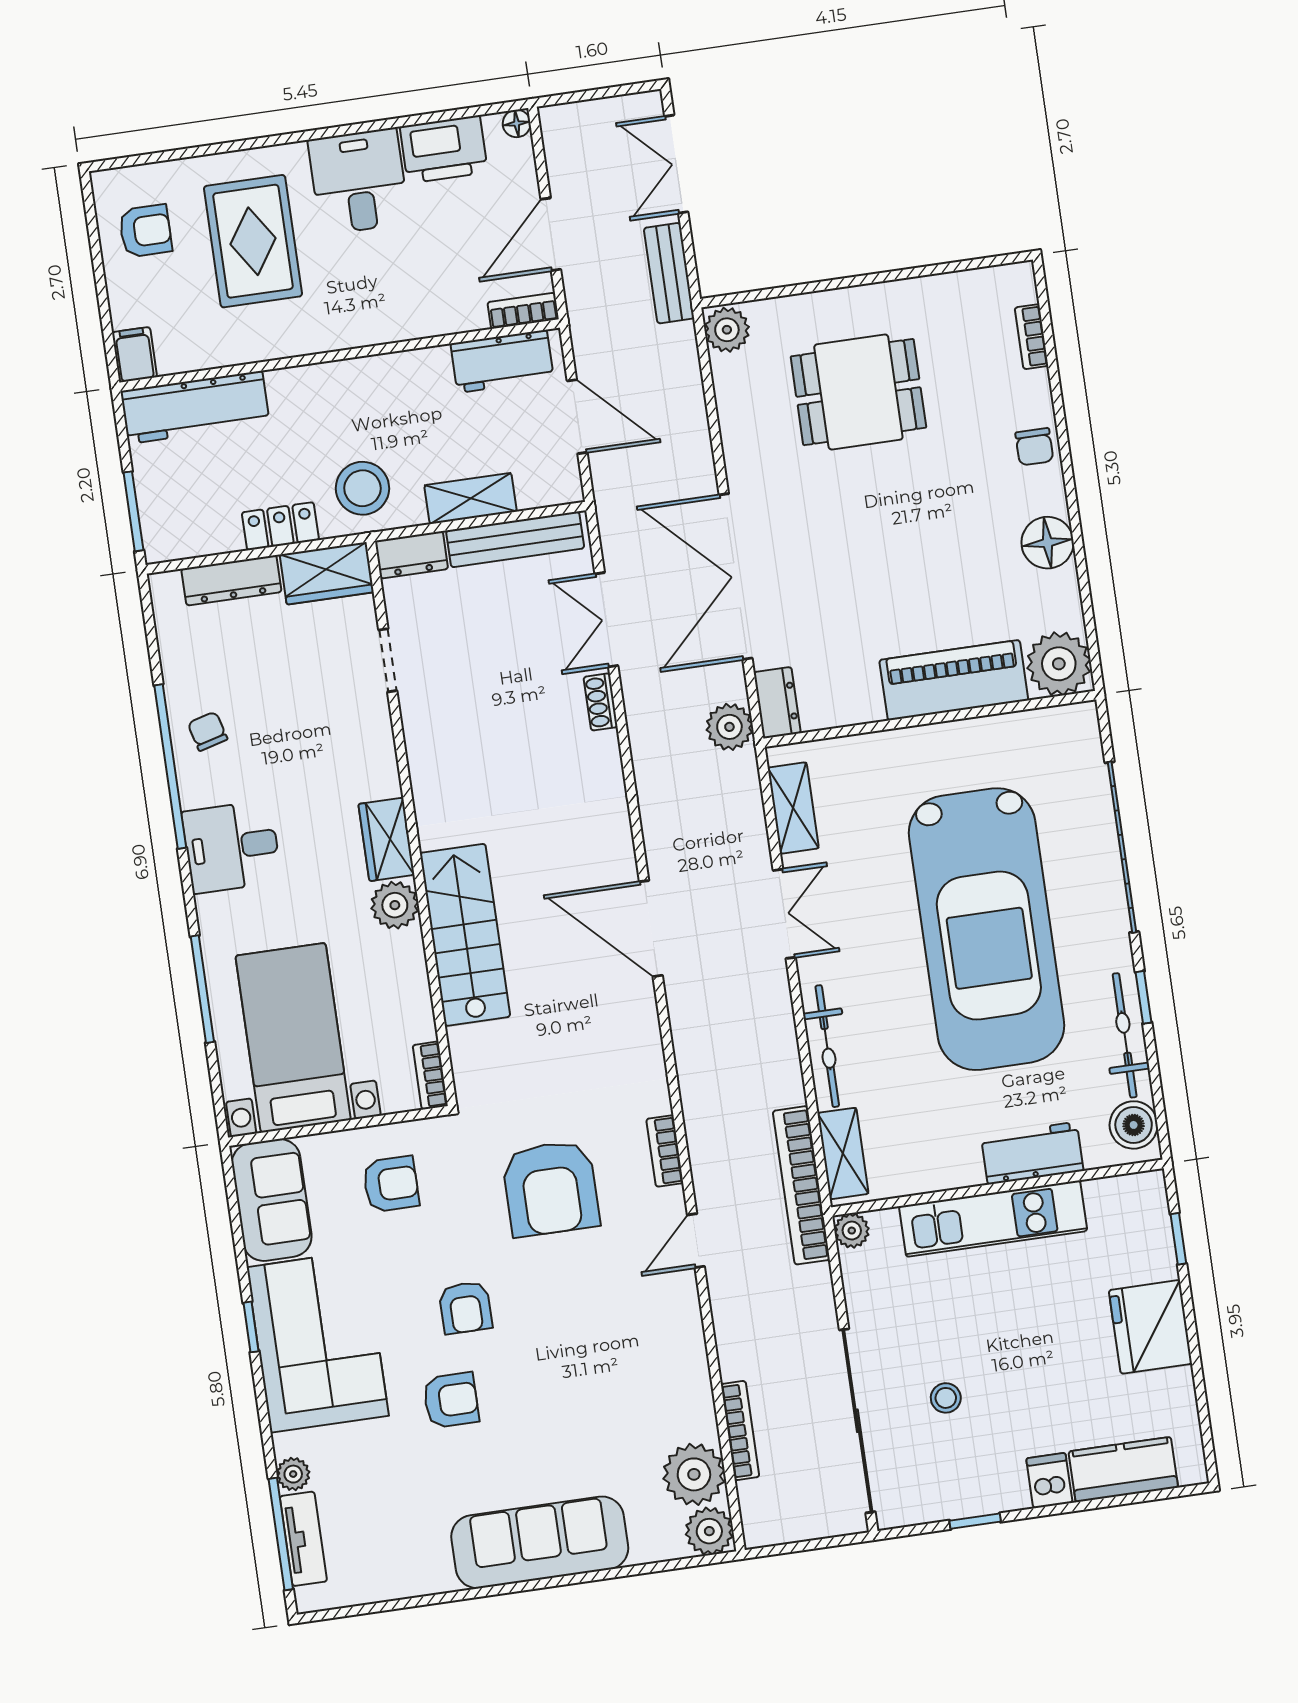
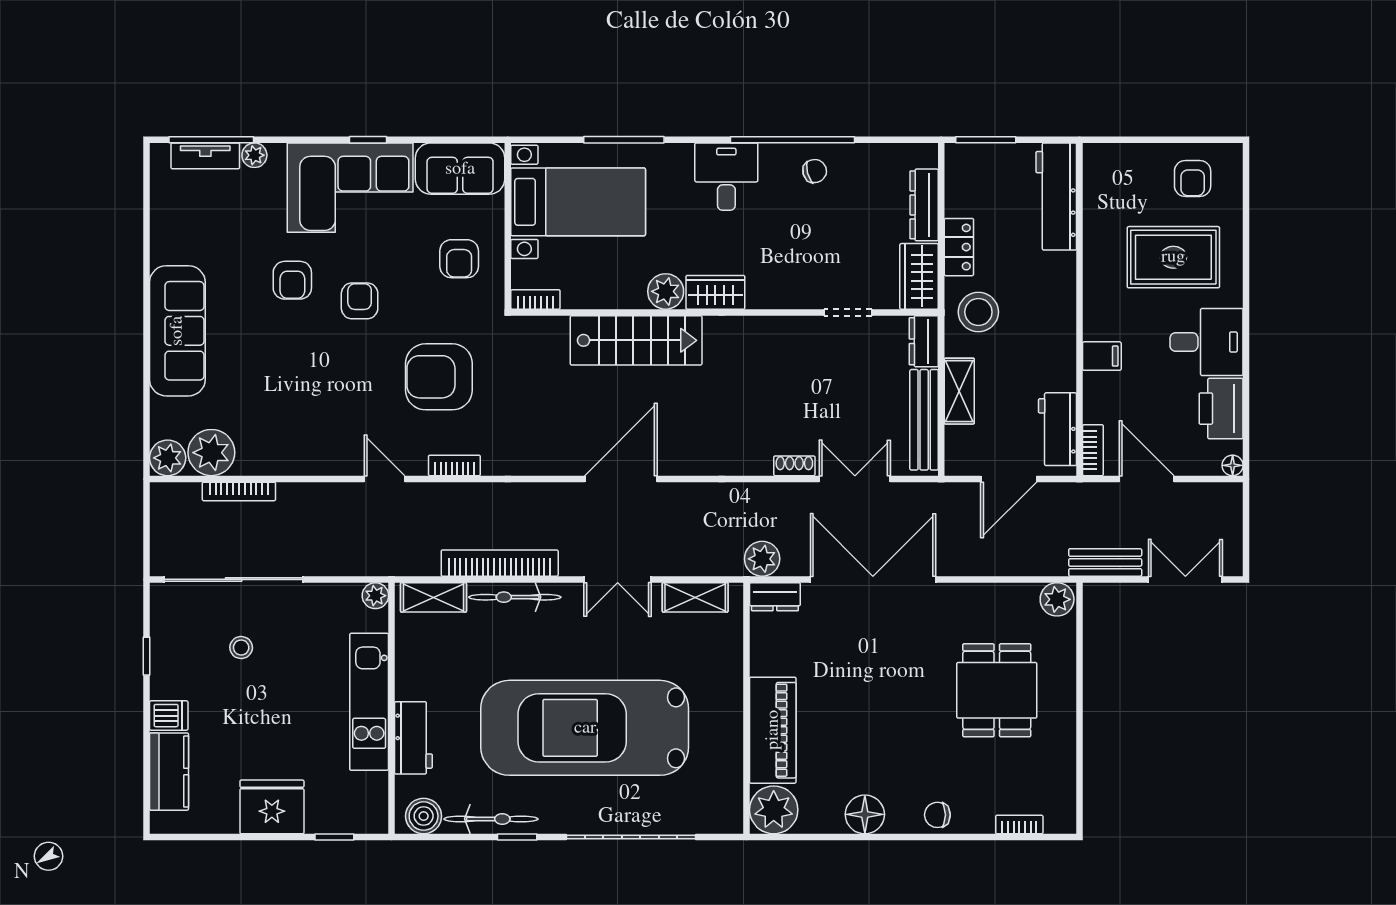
filing cabinet: (134, 355) -> (1102, 356), moved
bookcase: (801, 1185) -> (500, 563), moved
armchair: (465, 1307) -> (360, 301), turned 90

